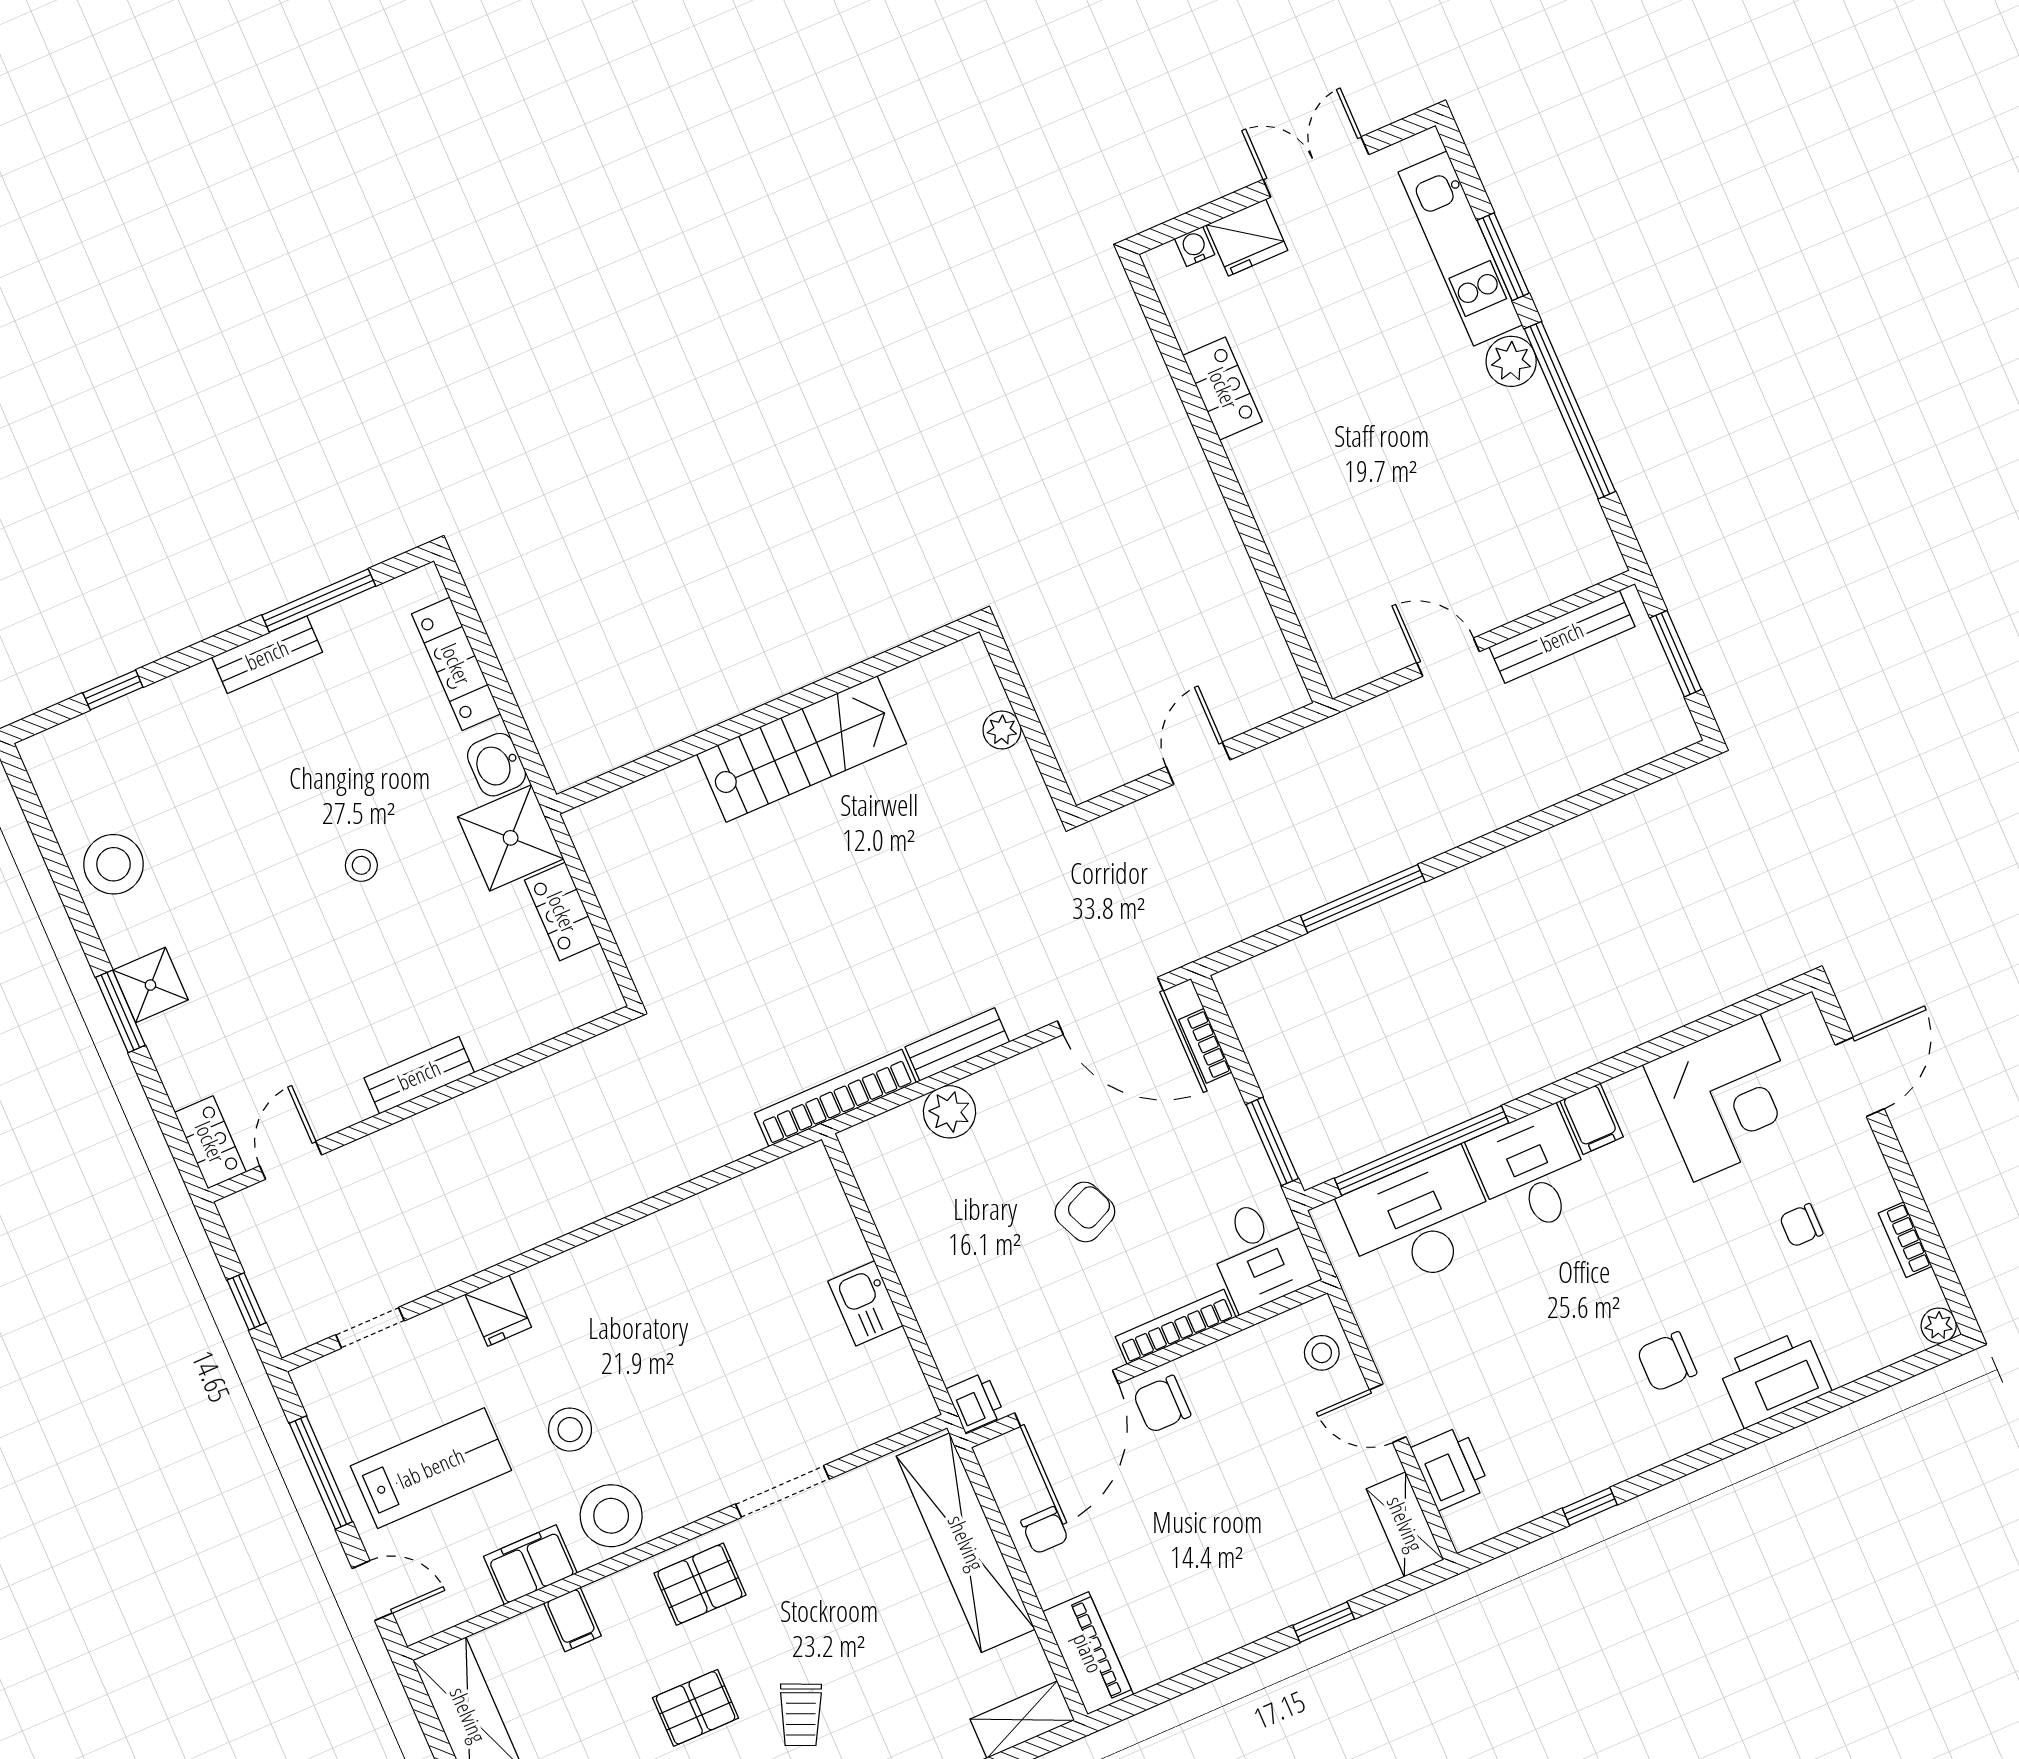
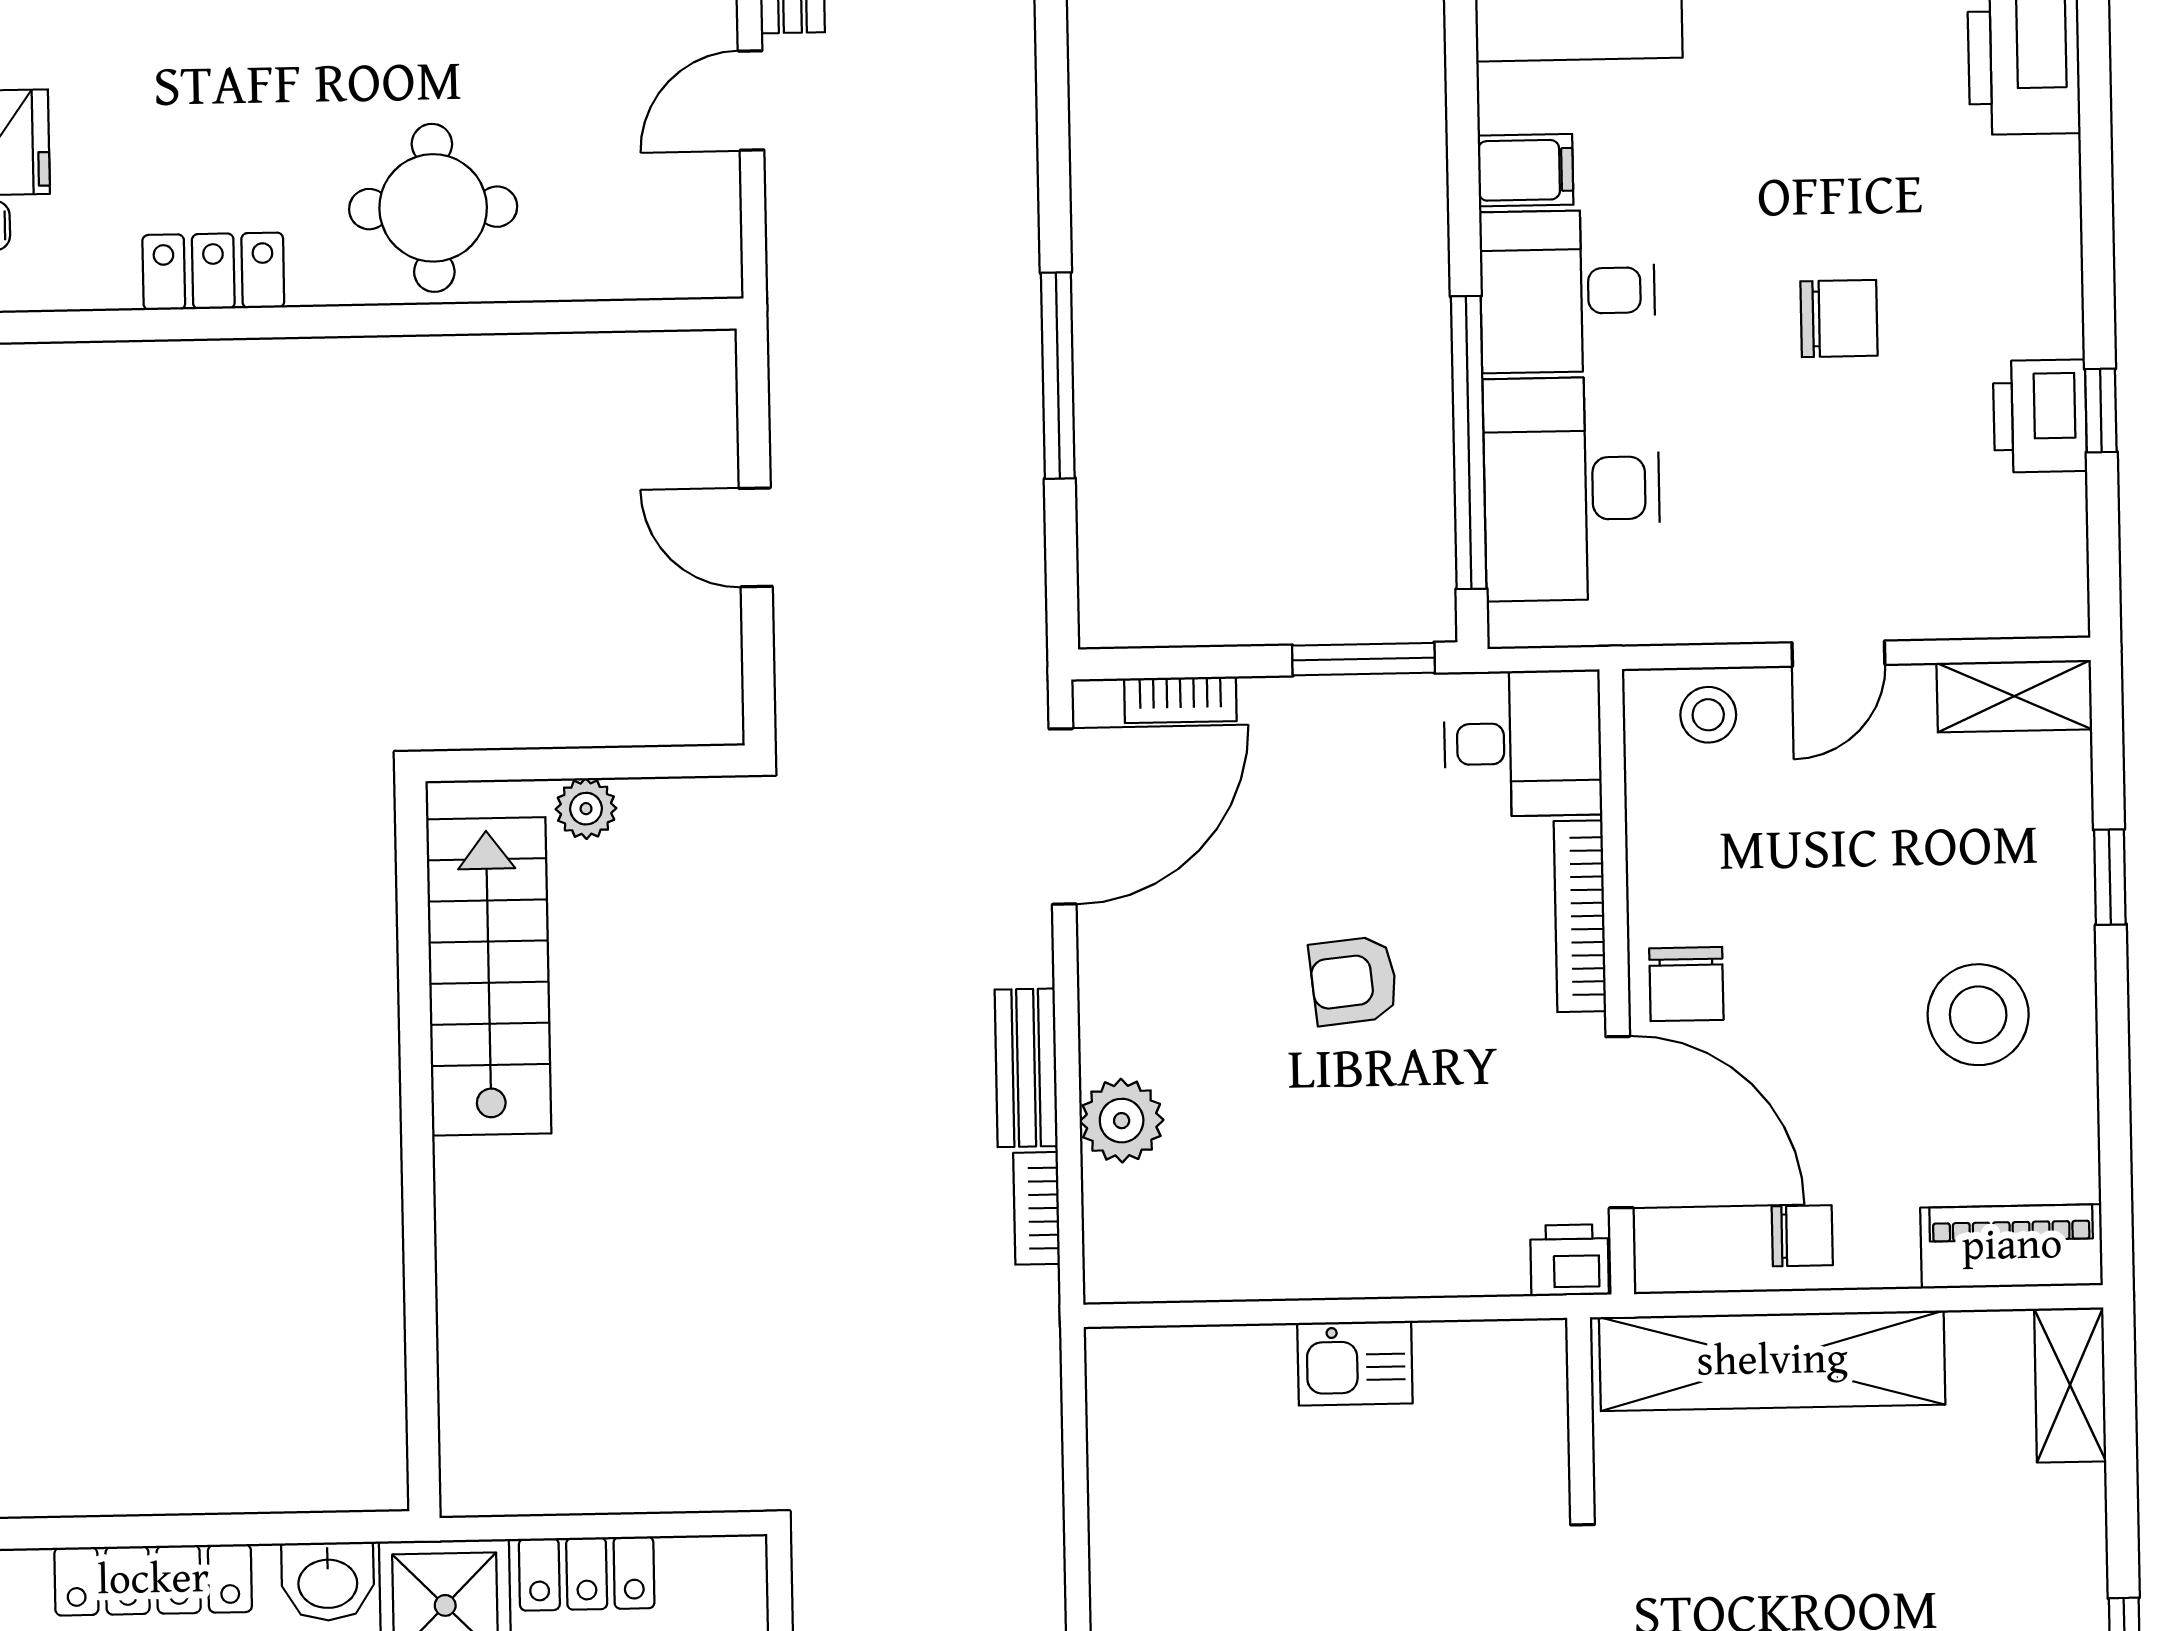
round table: (1311, 500) -> (433, 208), added
stairs: (802, 749) -> (489, 976), moved
bookcase: (835, 1098) -> (1037, 1208), width x0.43, depth x0.76
armchair: (1085, 1212) -> (1354, 981), turned -72
chair: (1667, 1362) -> (1839, 319), moved, turned -90
printer: (1450, 1468) -> (2040, 416), moved, turned -90
stool: (1213, 1579) -> (1978, 1015), added

